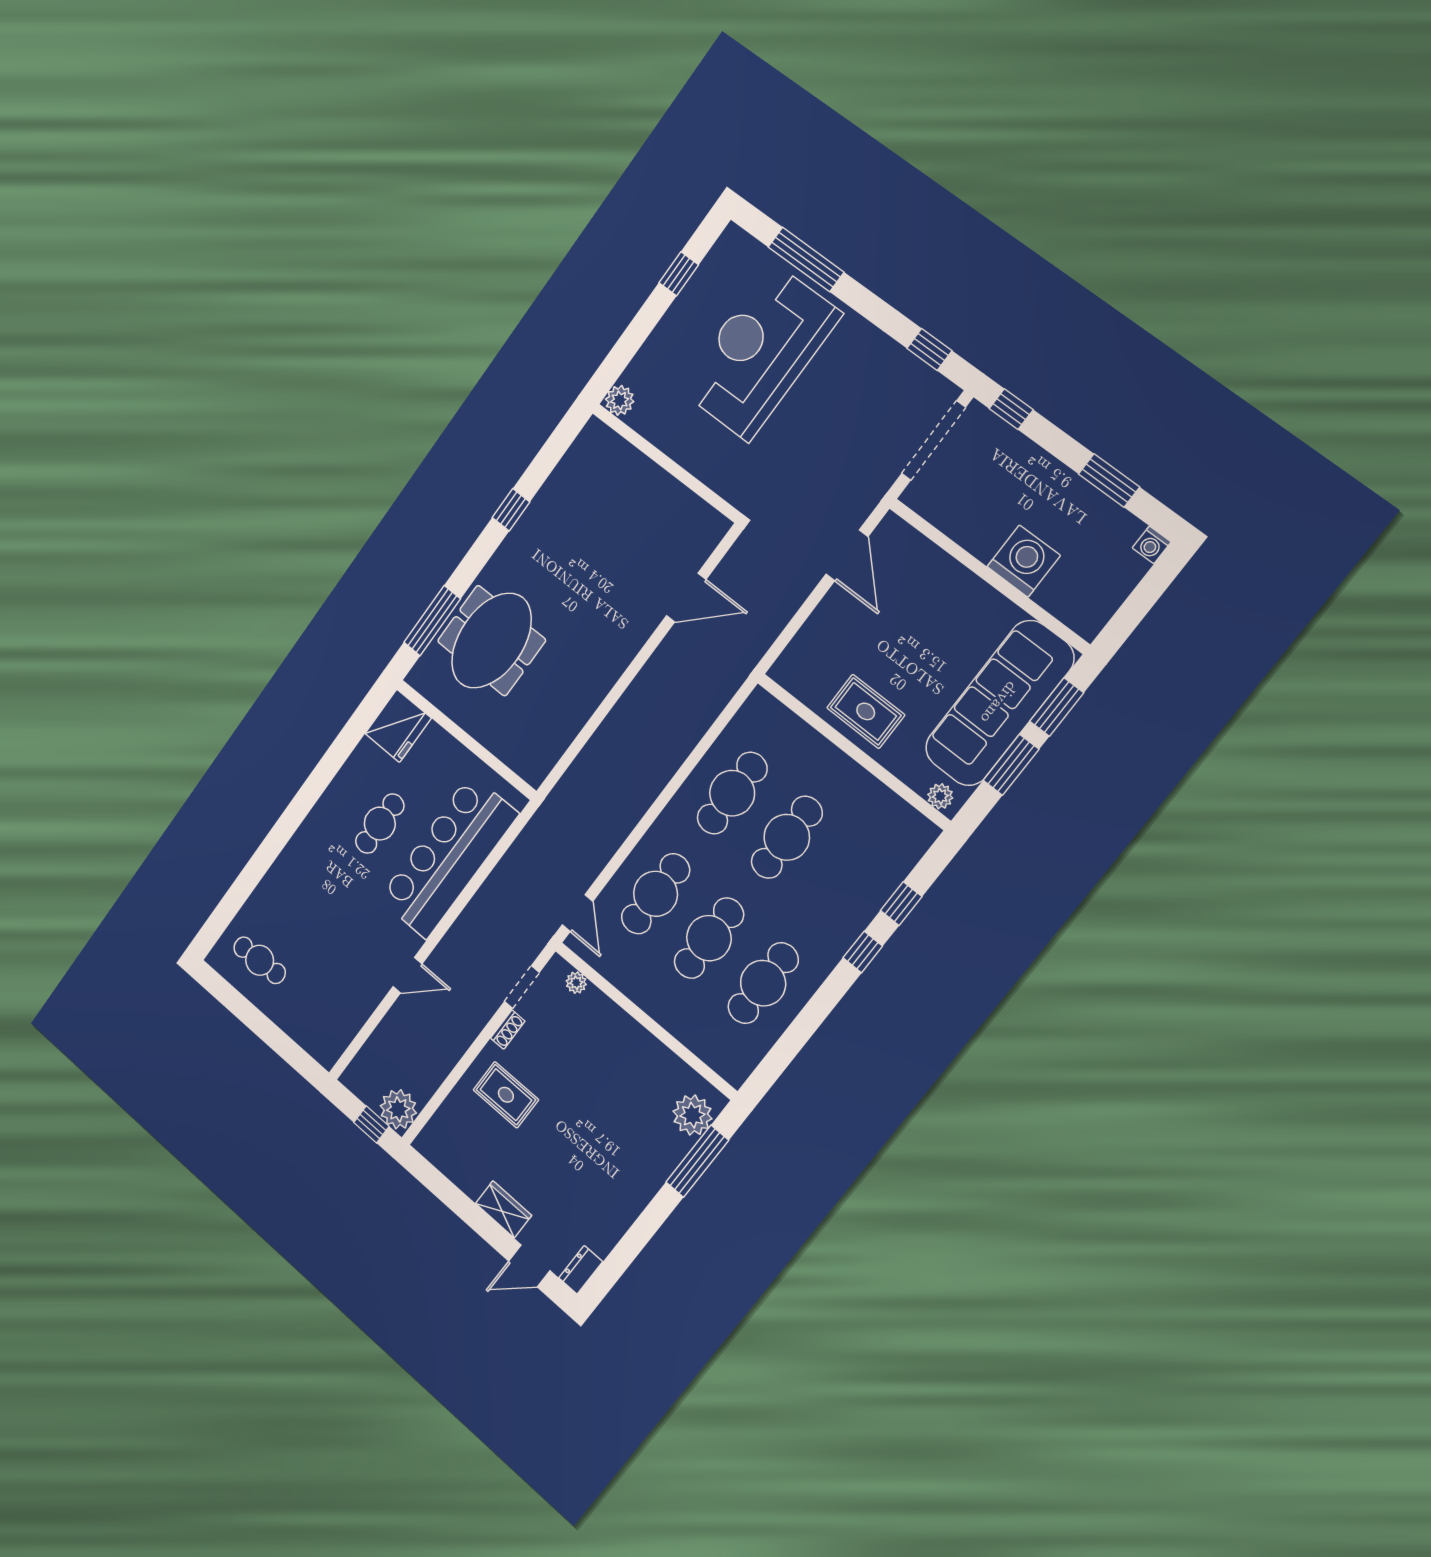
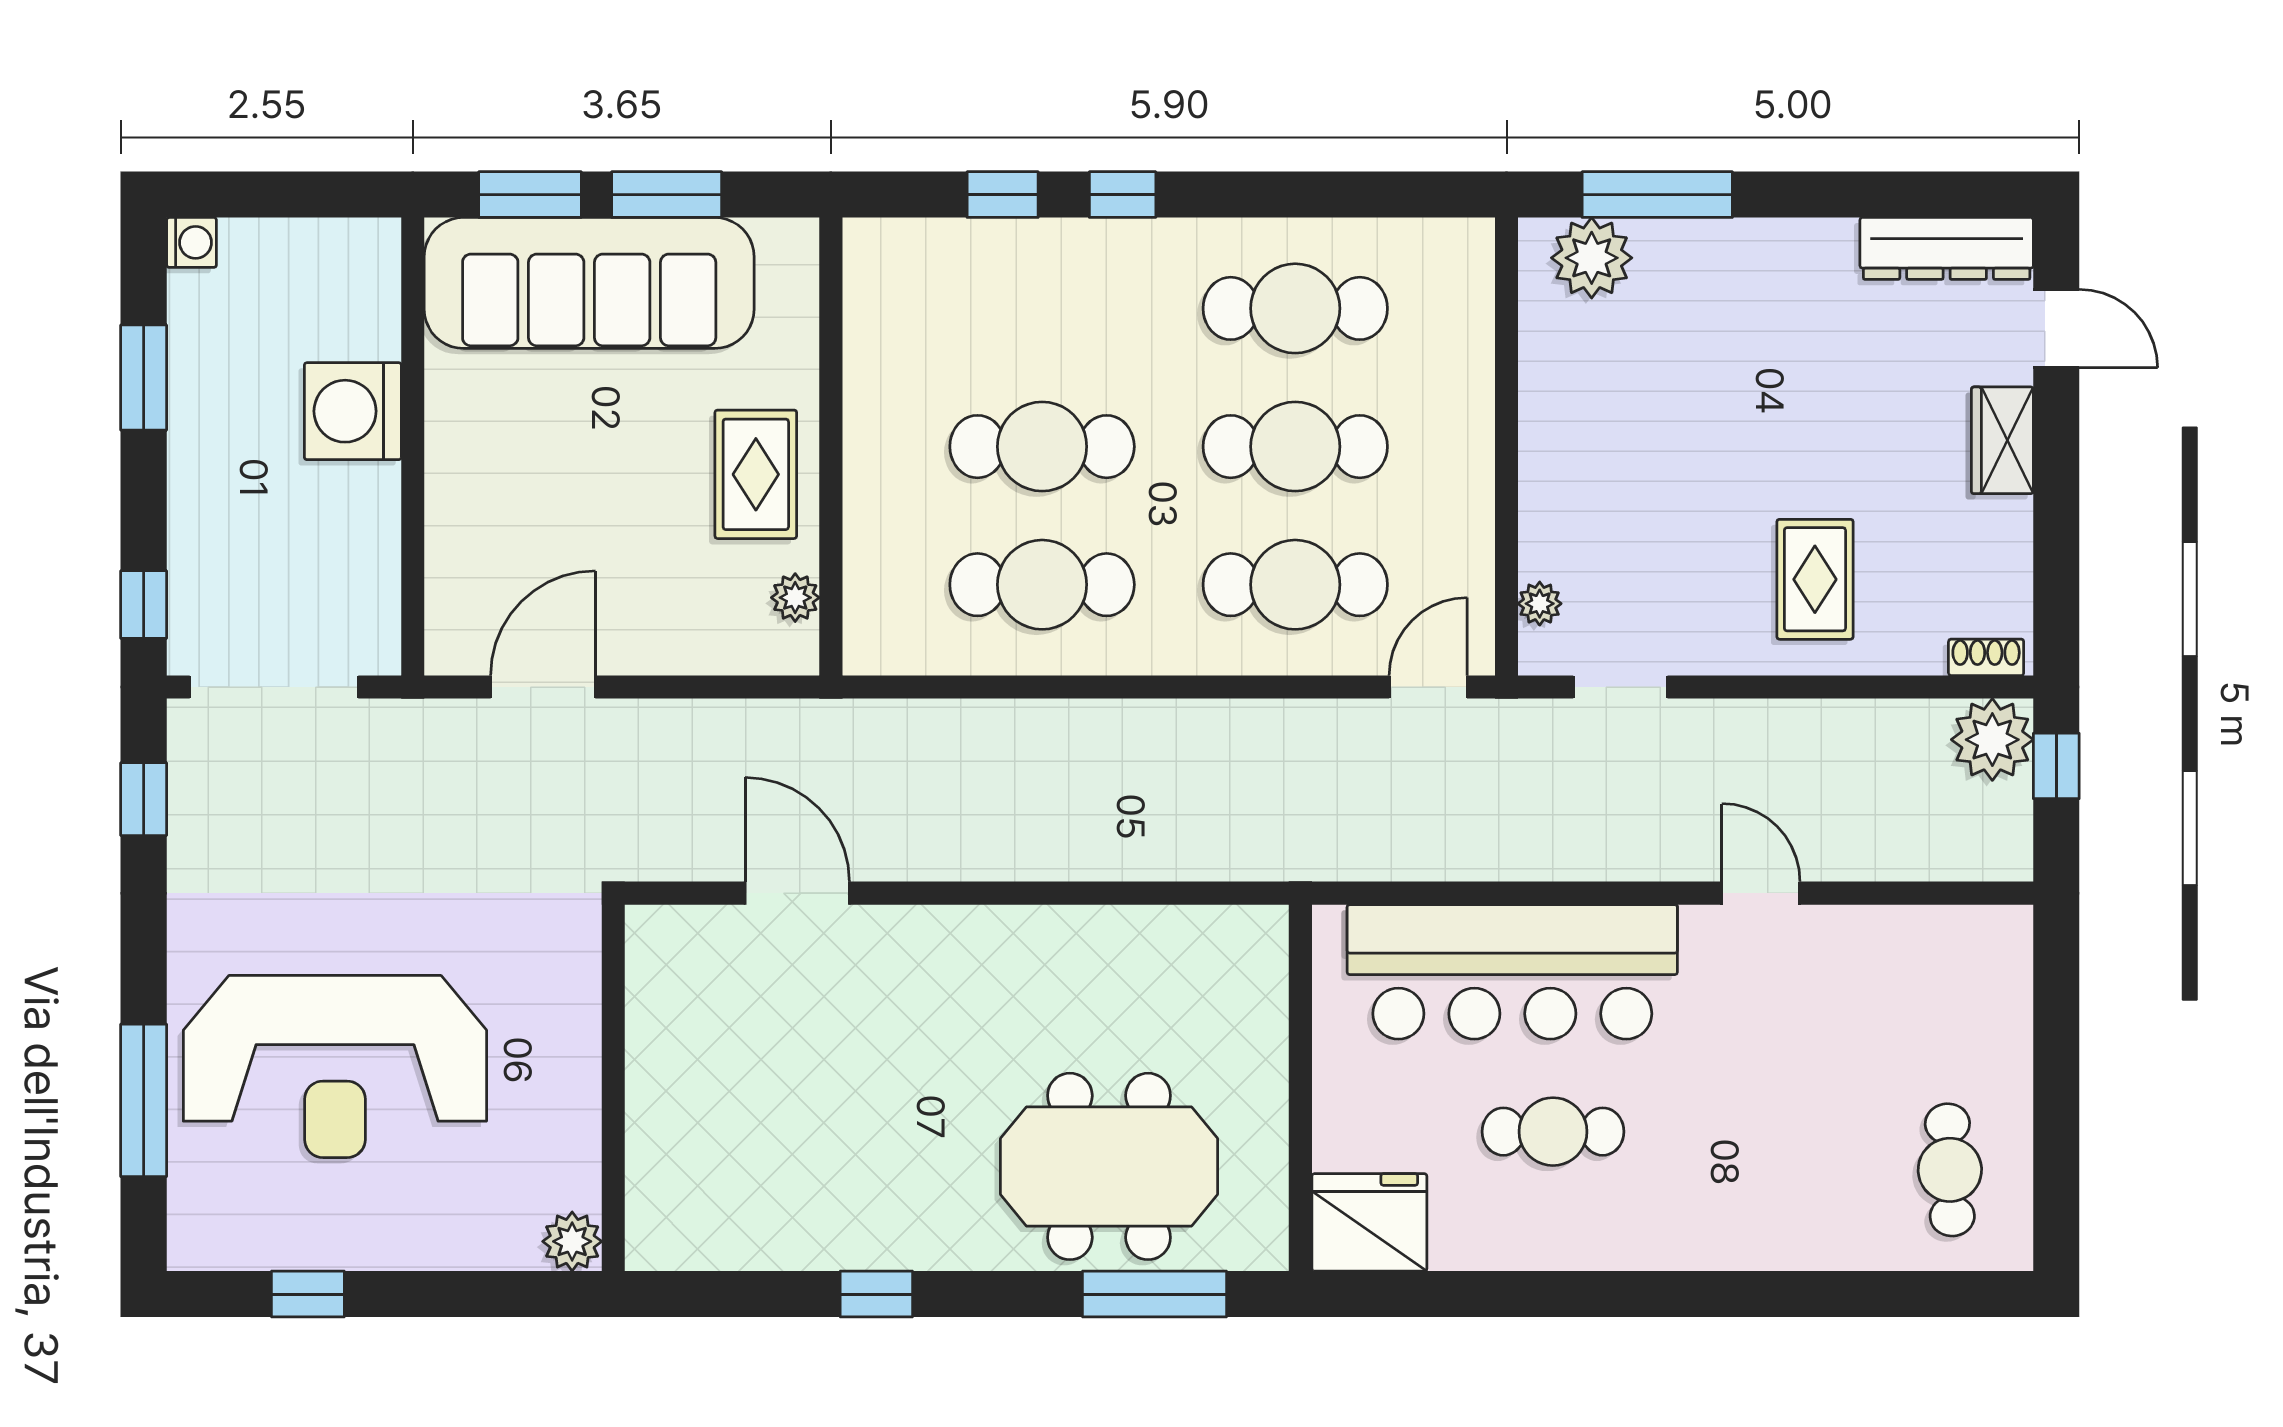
plant: (940, 796) -> (795, 598), moved
shoe rack: (508, 1030) -> (1986, 657), moved
dresser: (581, 1270) -> (1947, 248), width x1.96, depth x1.24

